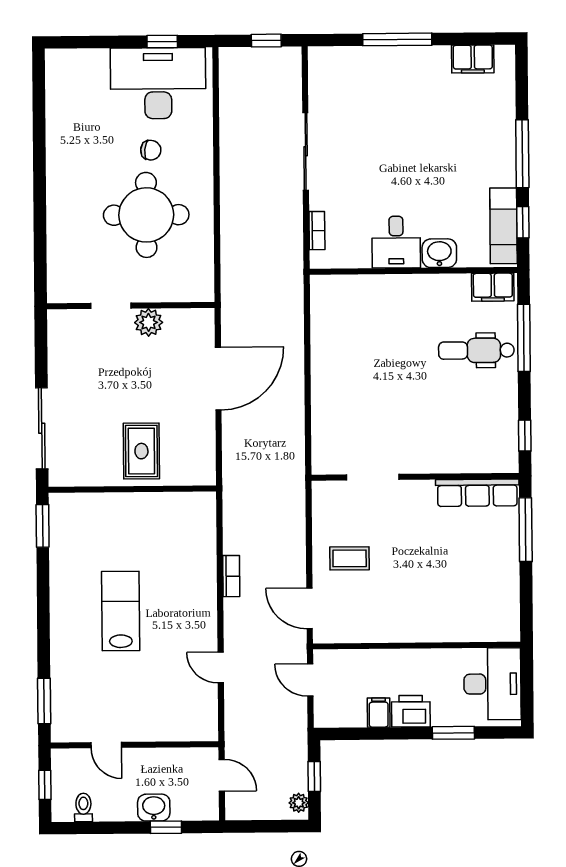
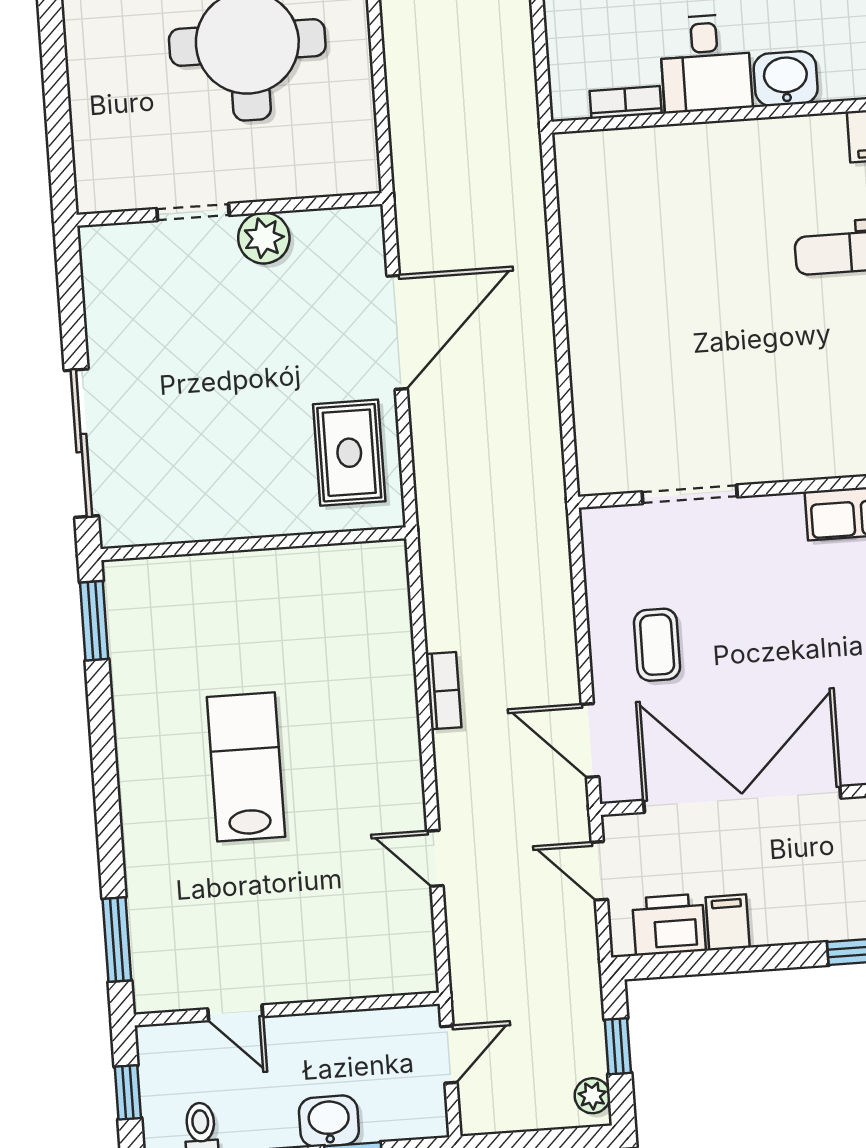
bookcase: (317, 231) -> (626, 102), moved, turned -90
rug: (141, 451) -> (349, 453), moved
coffee table: (350, 558) -> (657, 645), turned 90
double door: (391, 646) -> (742, 799), added
printer: (411, 711) -> (669, 925), moved
door: (222, 775) -> (449, 1055), hinge flipped

